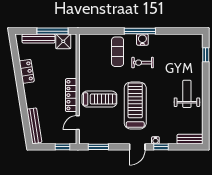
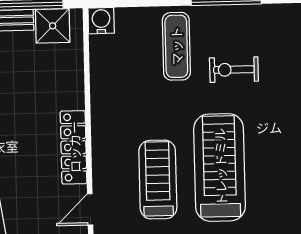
water cooler: (142, 40) -> (101, 21), moved
treadmill: (99, 99) -> (158, 180), moved, turned -90

